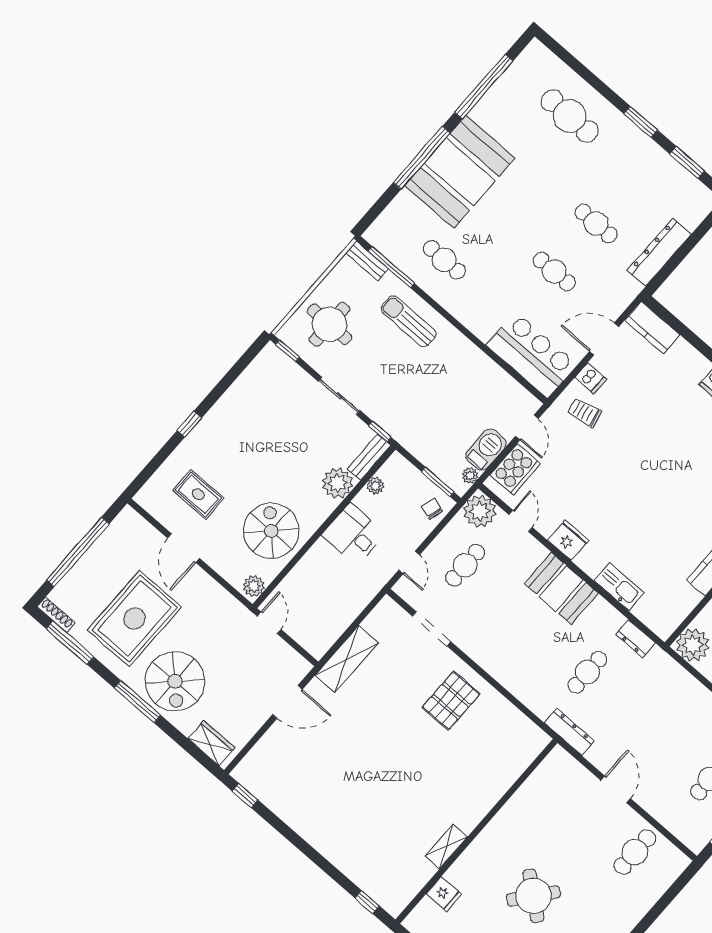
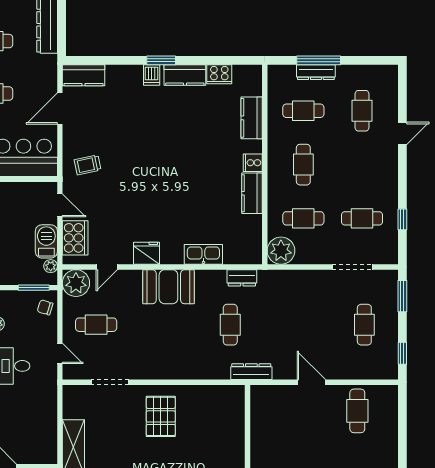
dishwasher: (591, 378) -> (73, 140), removed
door: (521, 521) -> (107, 267), swing flipped
cafe table: (465, 565) -> (96, 325), turned 90

